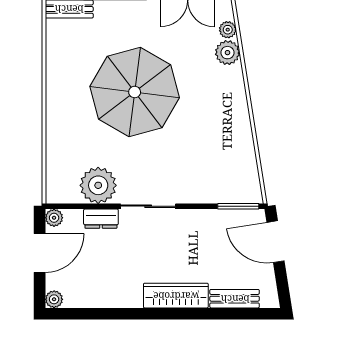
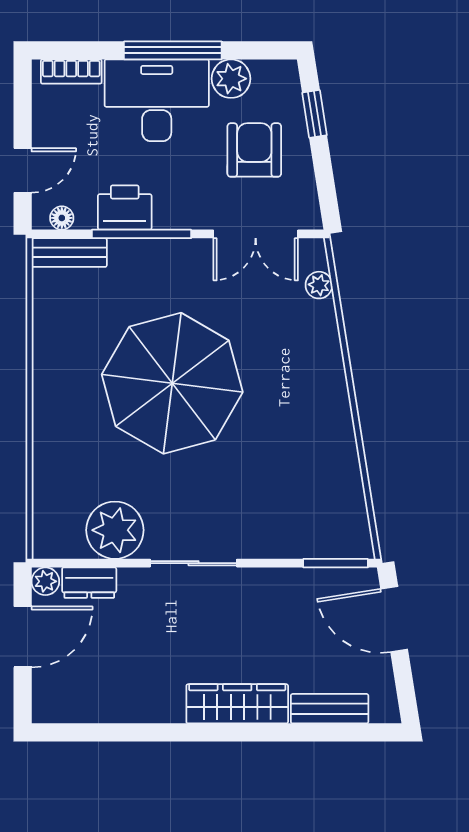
plant: (227, 53) -> (319, 321), removed
dresser: (101, 219) -> (89, 583), moved
plant: (54, 299) -> (45, 710), removed

